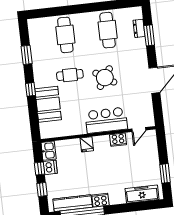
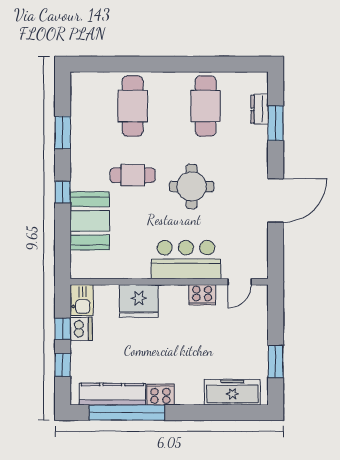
round table: (105, 78) -> (192, 186), turned -33
fridge: (87, 144) -> (139, 301), width x1.88, depth x1.34

